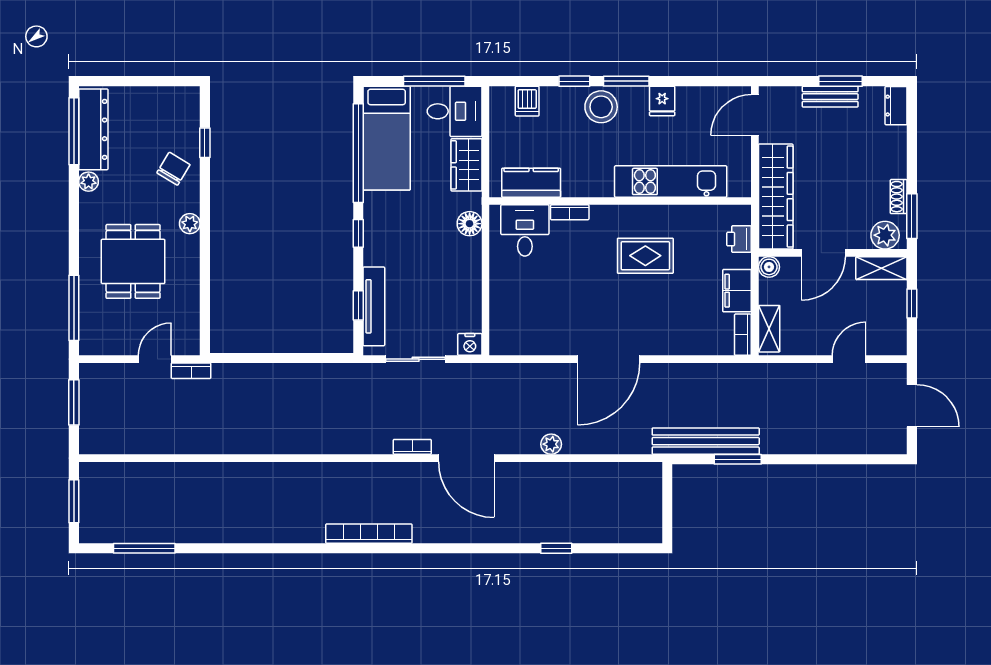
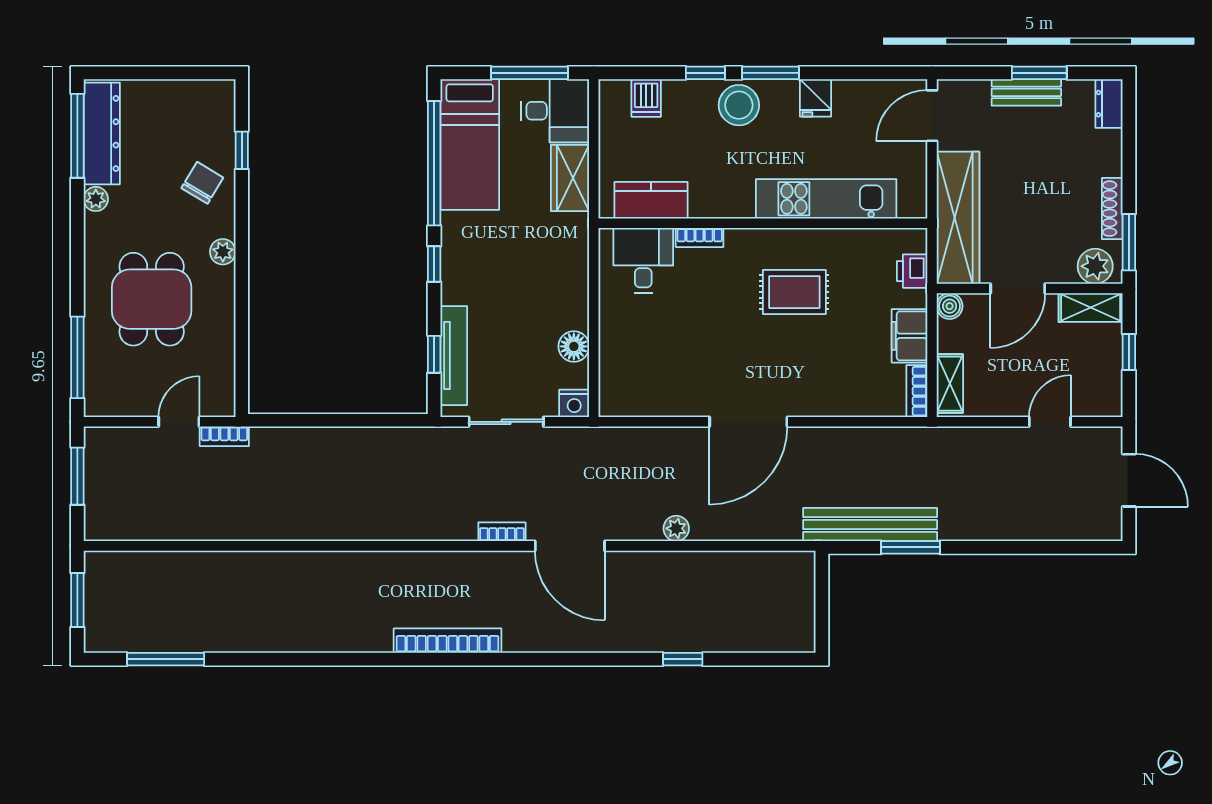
shoe rack: (899, 197) -> (1112, 209), width x1.43
floor lamp: (470, 224) -> (574, 346), moved

